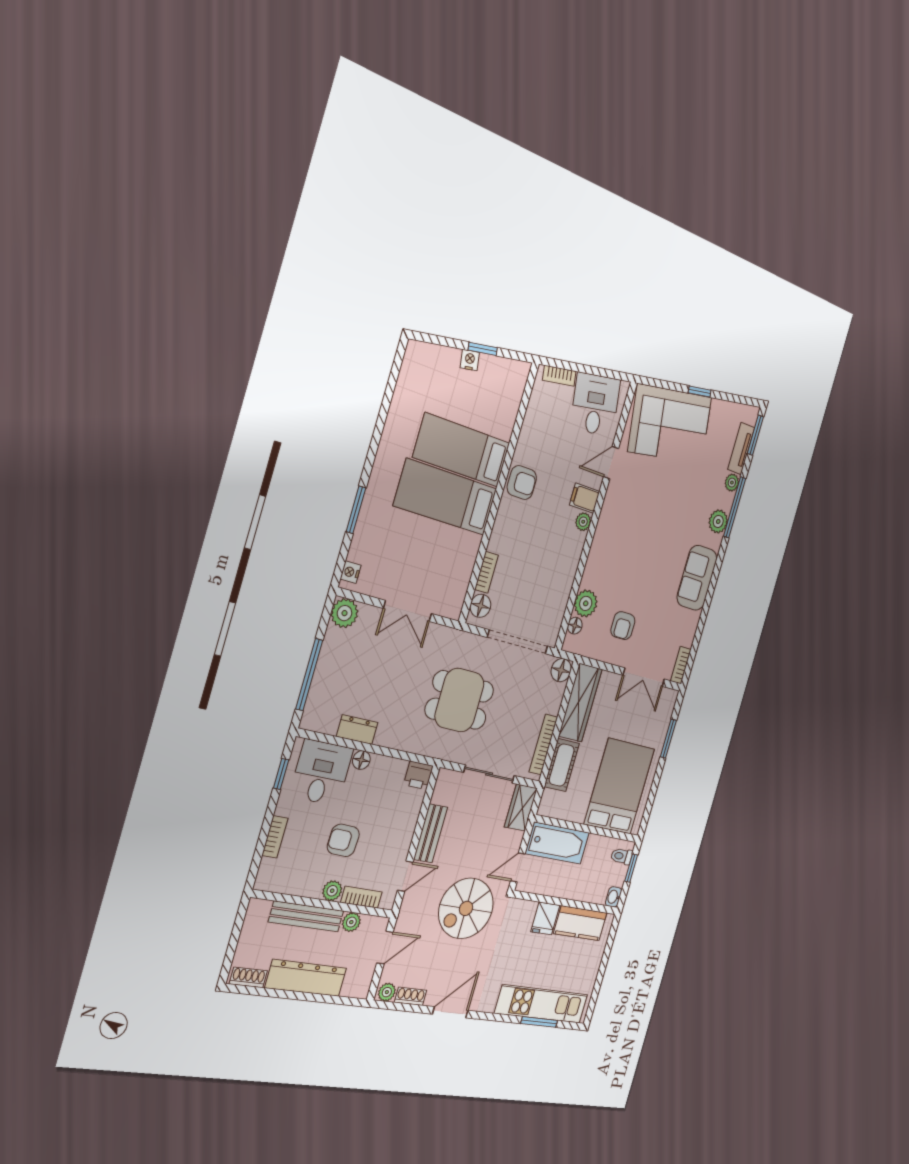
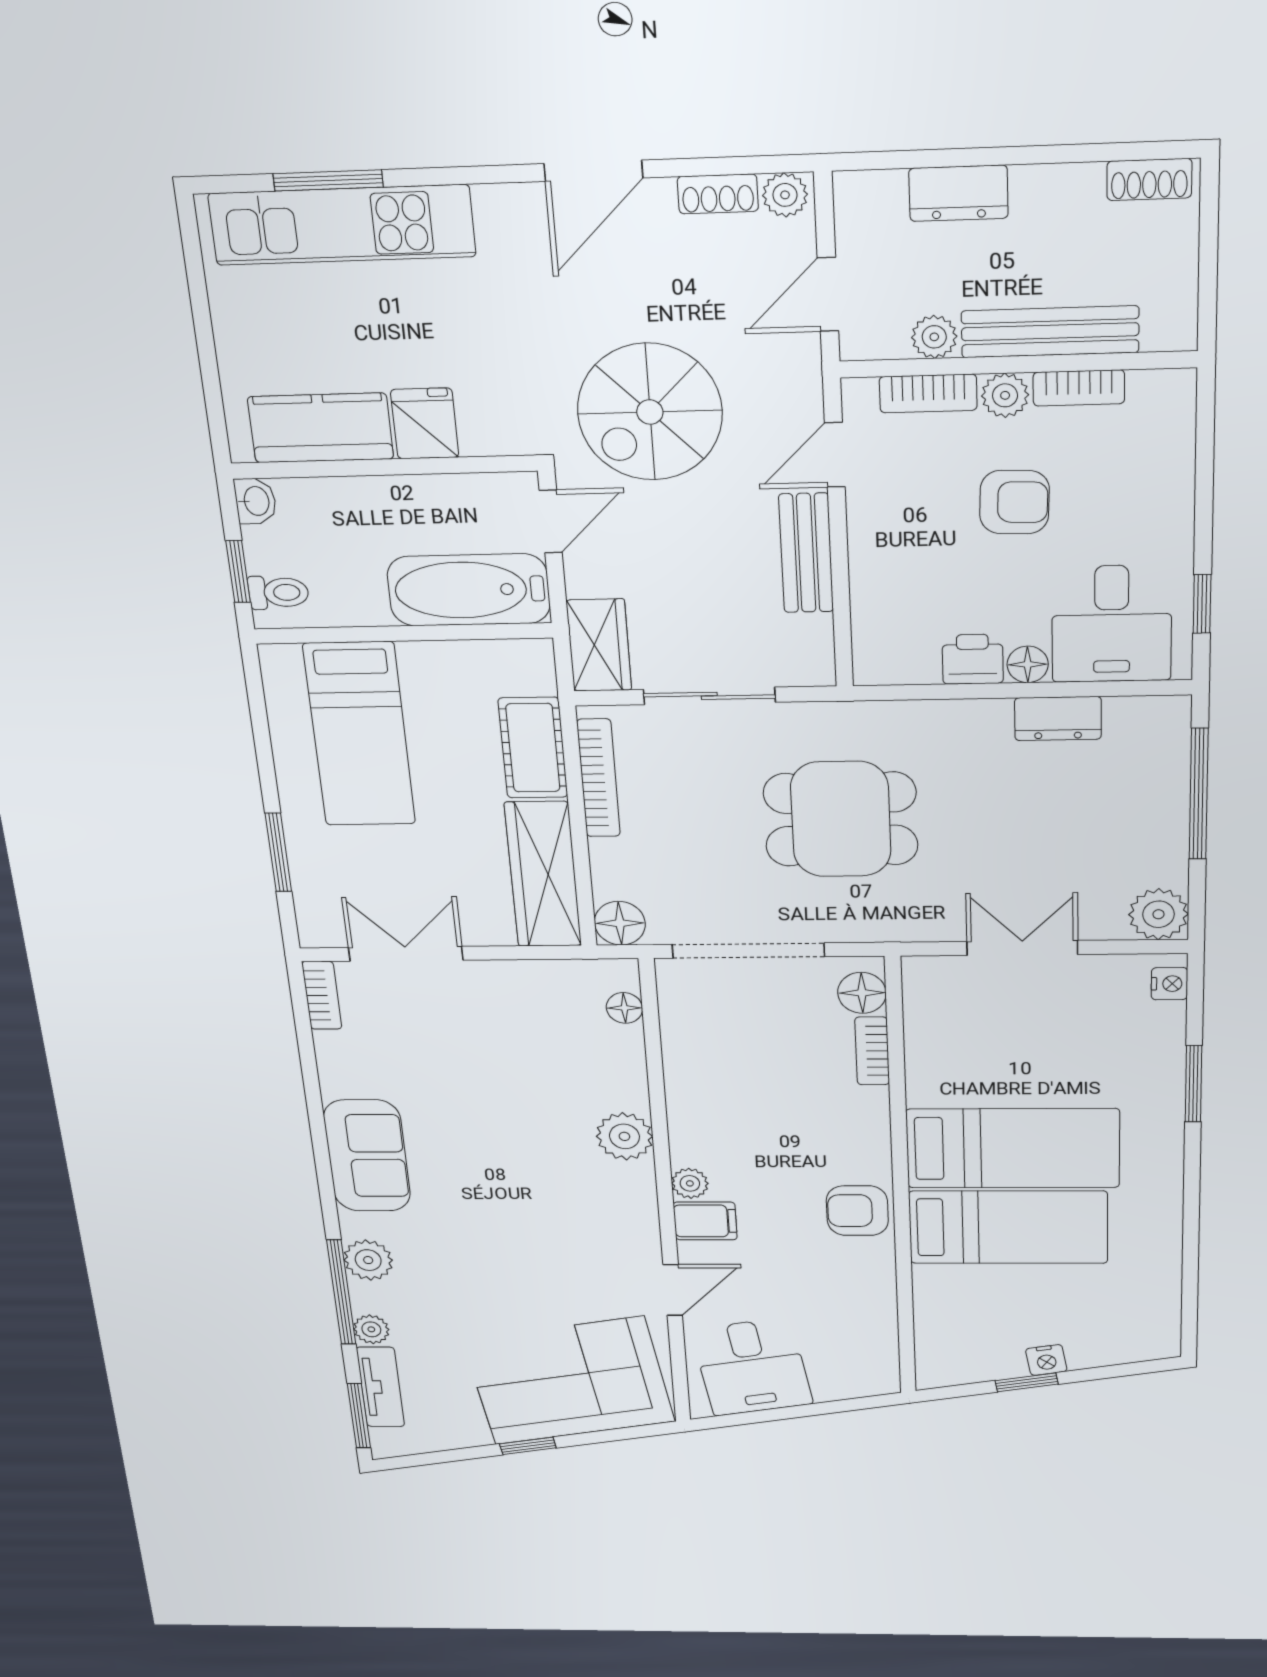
bookcase: (559, 376) -> (850, 1387), removed
plant: (586, 603) -> (624, 1136), moved
armchair: (623, 626) -> (507, 1034), removed
printer: (418, 775) -> (973, 659), moved
bed: (619, 786) -> (360, 735), width x0.67
bookcase: (275, 837) -> (1079, 388), moved, turned -90
spiral stairs: (466, 908) -> (650, 412), turned 180
dresser: (306, 978) -> (958, 193), width x0.51, depth x0.80

